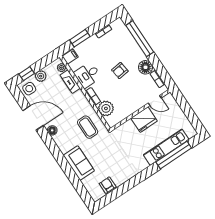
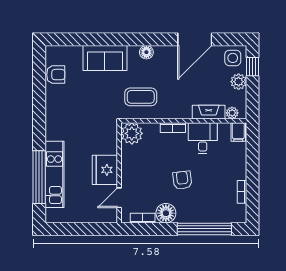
window: (80, 38) -> (253, 158), removed
plant: (106, 108) -> (132, 133), moved
floor lamp: (52, 130) -> (146, 52), moved

